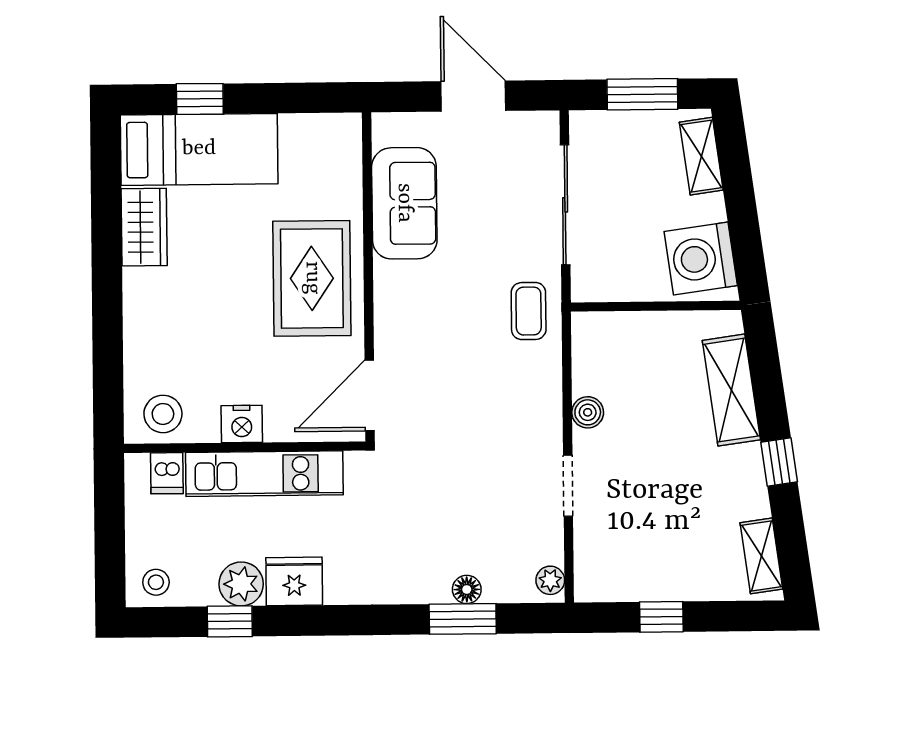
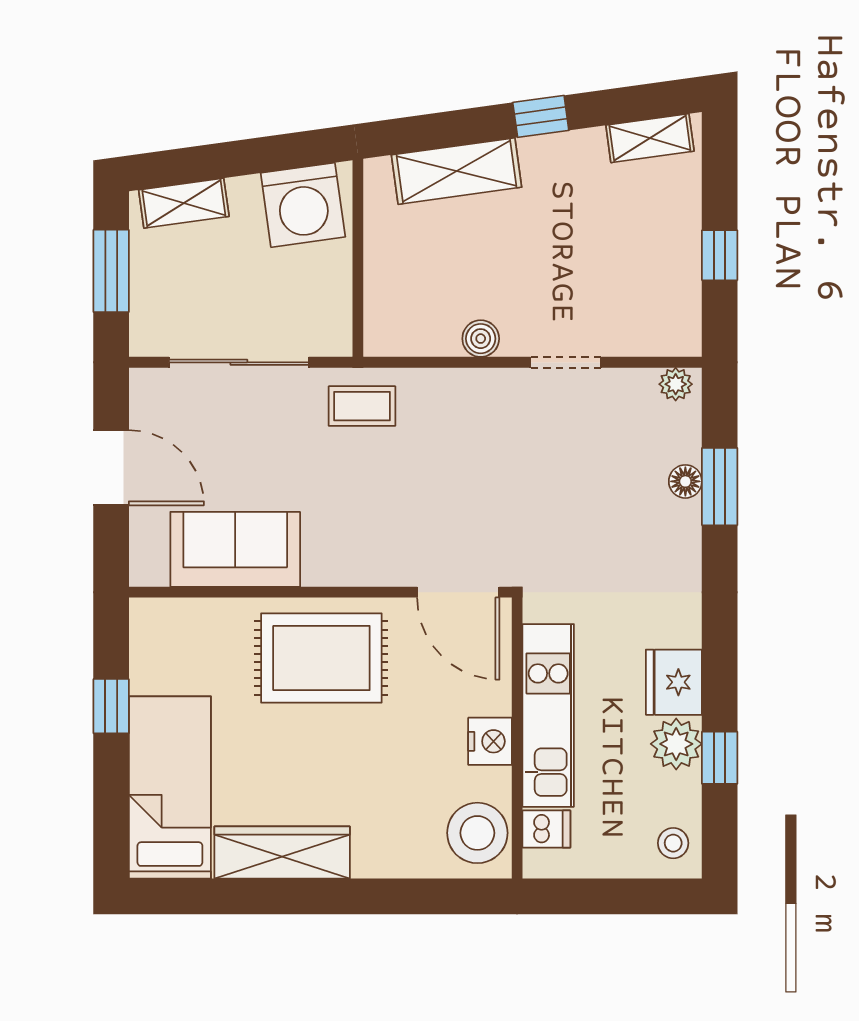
door: (473, 96) -> (111, 468), swing flipped
window: (200, 99) -> (111, 706), moved
wardrobe: (144, 227) -> (282, 853), width x1.50
stool: (163, 414) -> (477, 833), width x1.38, depth x1.38

